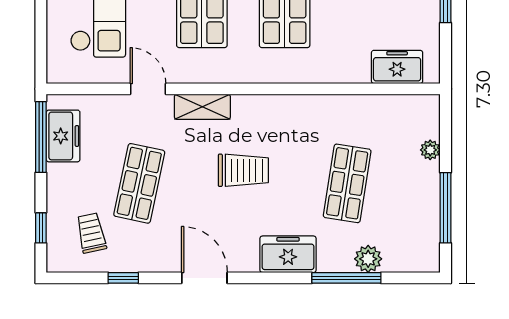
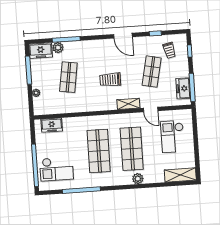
freezer: (288, 254) -> (41, 51), moved

